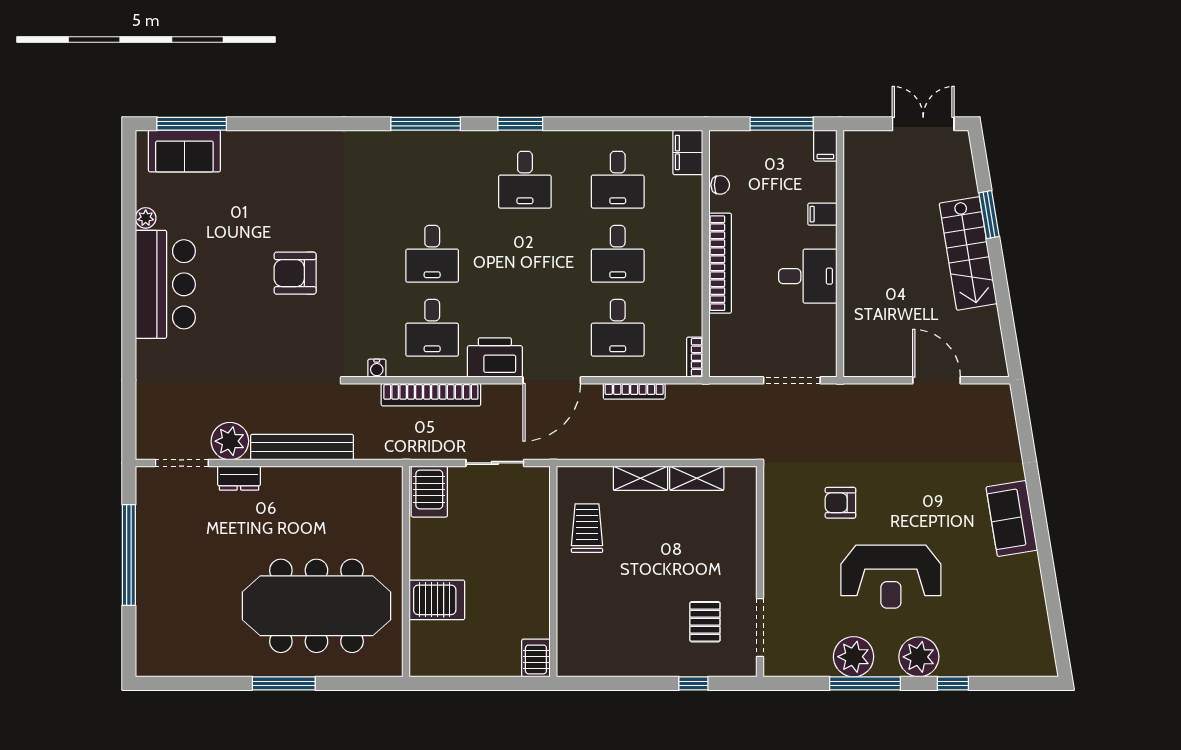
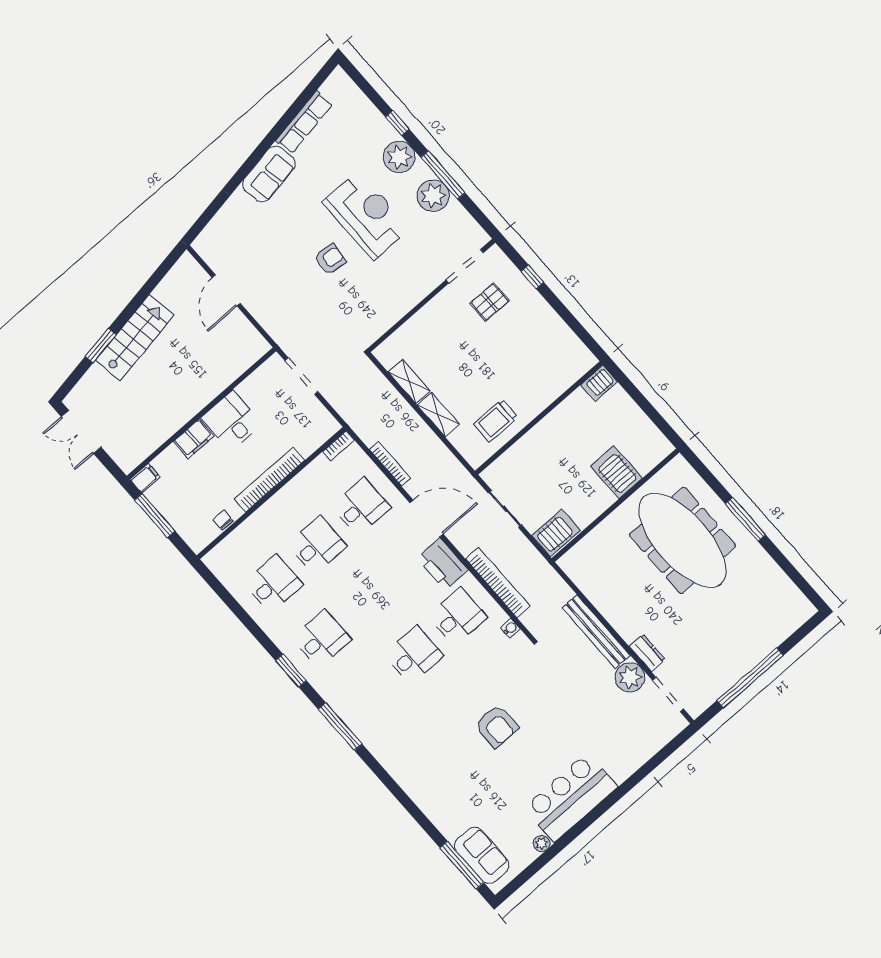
filing cabinet: (688, 152) -> (221, 556), removed
filing cabinet: (822, 214) -> (194, 439), width x2.00
armchair: (840, 503) -> (330, 259), moved, turned -83
row of seats: (1031, 595) -> (304, 122), added

